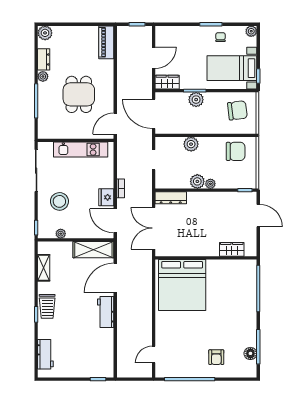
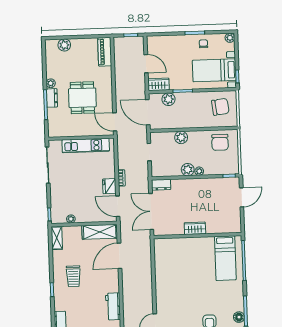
plant: (45, 33) -> (64, 45), moved
door: (154, 58) -> (146, 64), hinge flipped
dresser: (44, 59) -> (52, 98), moved
plant: (196, 100) -> (168, 99), moved
door: (115, 124) -> (115, 122), hinge flipped
chair: (236, 151) -> (220, 142), turned 90
dresser: (171, 198) -> (161, 185), width x0.70
stool: (59, 201) -> (69, 191), removed
door: (258, 216) -> (242, 197), hinge flipped
wardrobe: (232, 249) -> (195, 228), moved
shelving: (44, 268) -> (57, 238), moved
bed: (182, 285) -> (225, 258), moved, width x0.49
trolley: (47, 306) -> (73, 276), moved
workbench: (106, 312) -> (113, 306), moved

